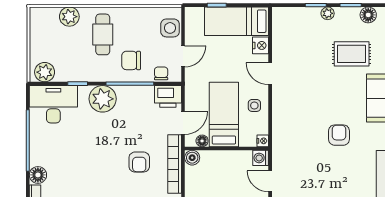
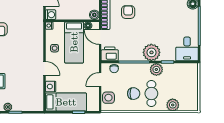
chair: (131, 60) -> (134, 94), moved
plant: (45, 72) -> (156, 69), moved
desk: (53, 104) -> (187, 49), width x0.73
door: (183, 123) -> (100, 37), hinge flipped

